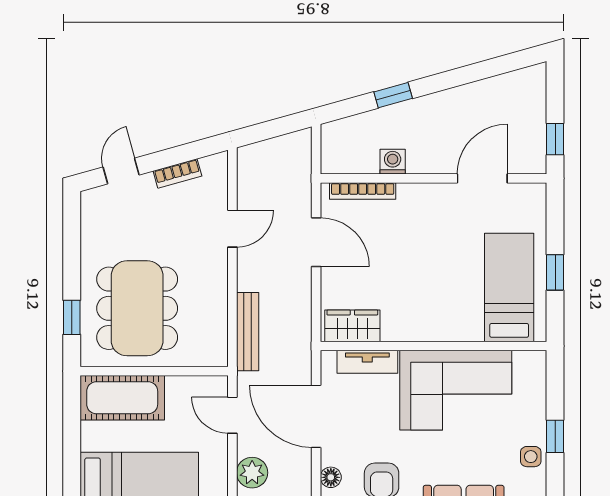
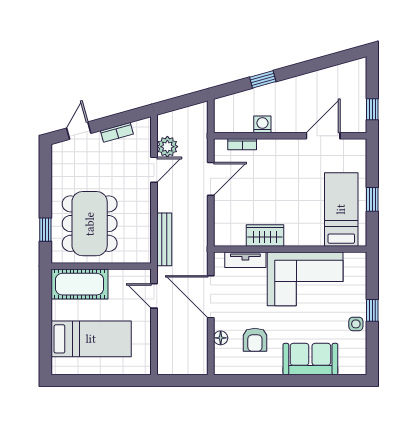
bookcase: (363, 191) -> (242, 144), width x0.64
door: (316, 242) -> (211, 179), hinge flipped
wardrobe: (352, 326) -> (265, 235), moved
plant: (252, 473) -> (167, 147), moved

